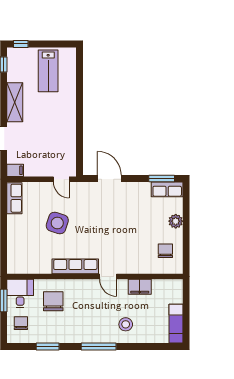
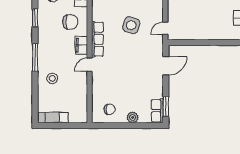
filing cabinet: (140, 287) -> (81, 45), moved

